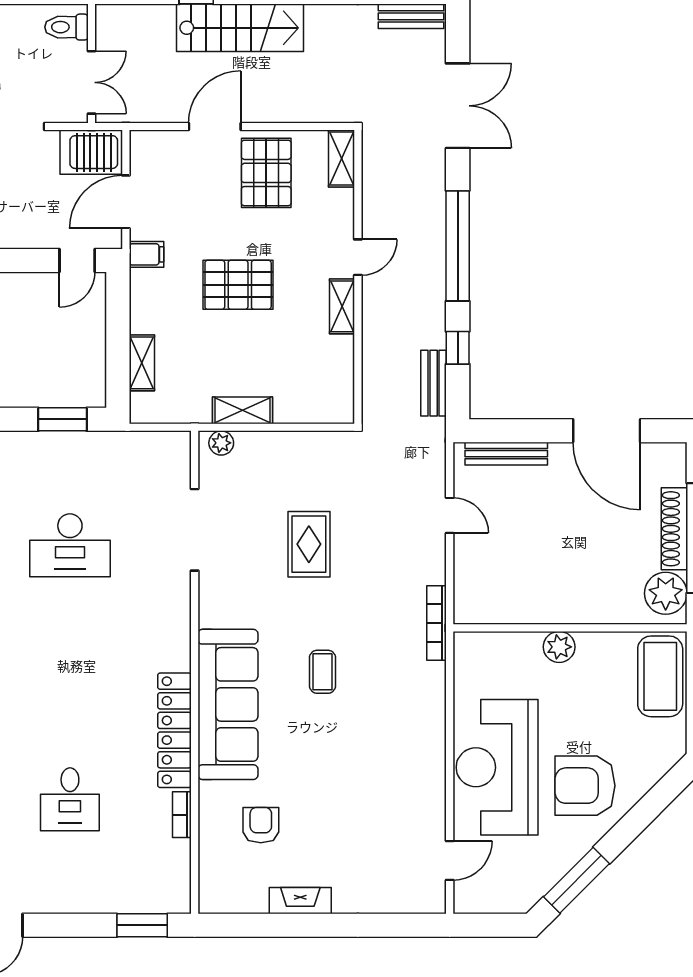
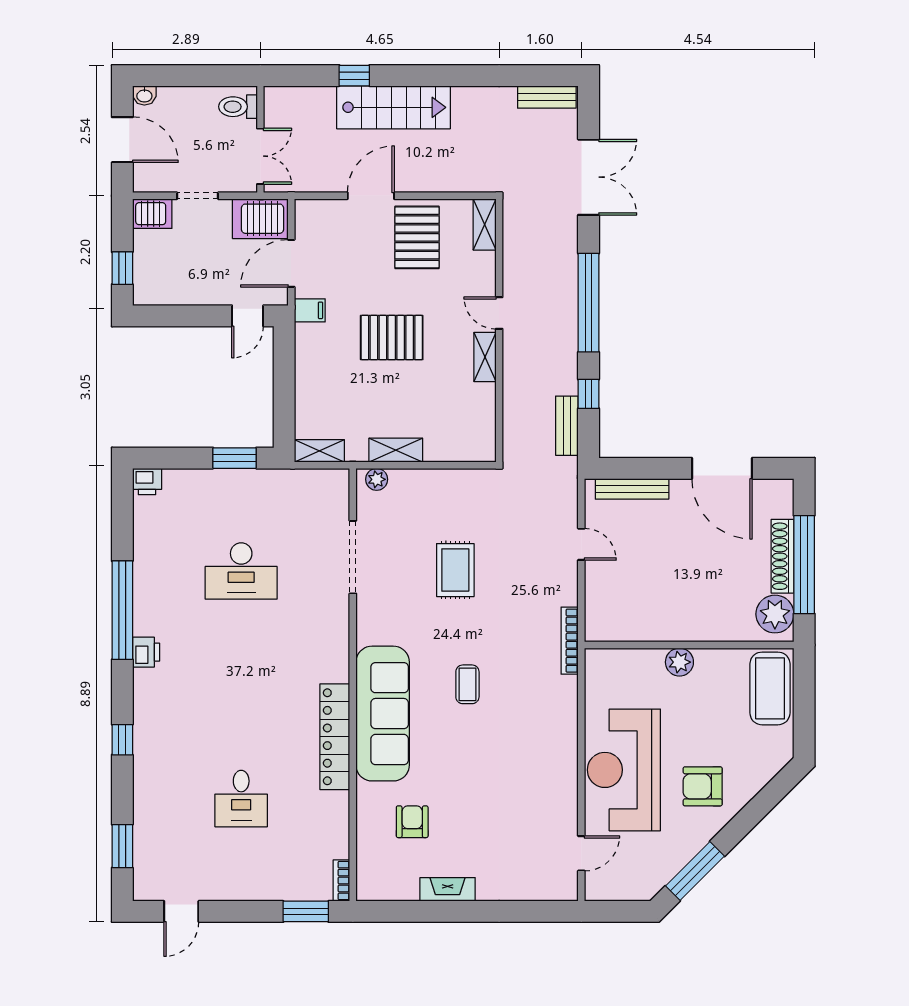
door: (358, 257) -> (499, 313), swing flipped
shelving: (142, 363) -> (319, 451), moved, turned 90
armchair: (585, 786) -> (703, 786), width x0.73, depth x0.73
bookcase: (182, 815) -> (341, 881), moved

